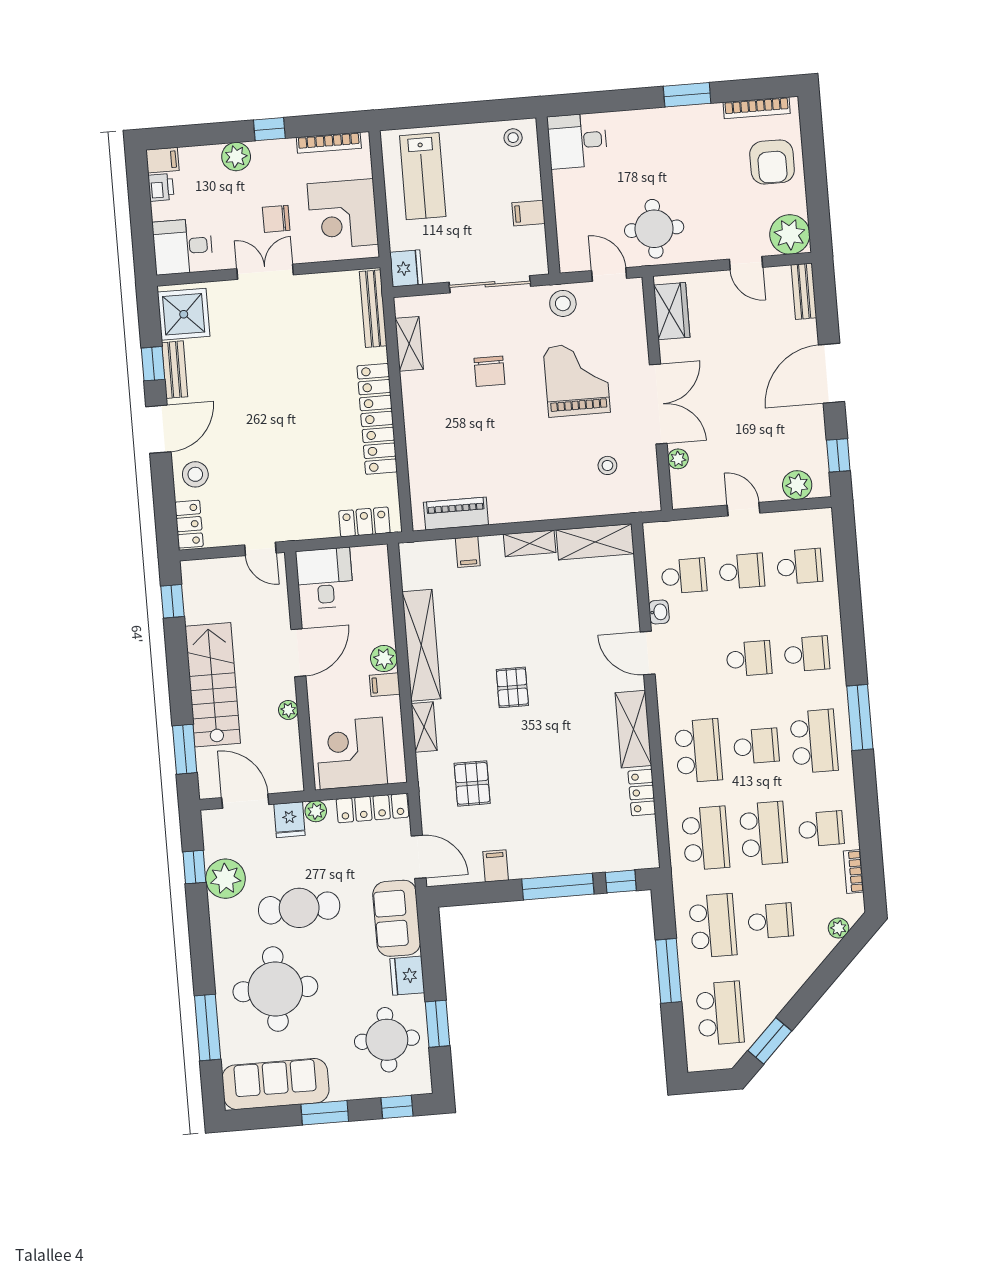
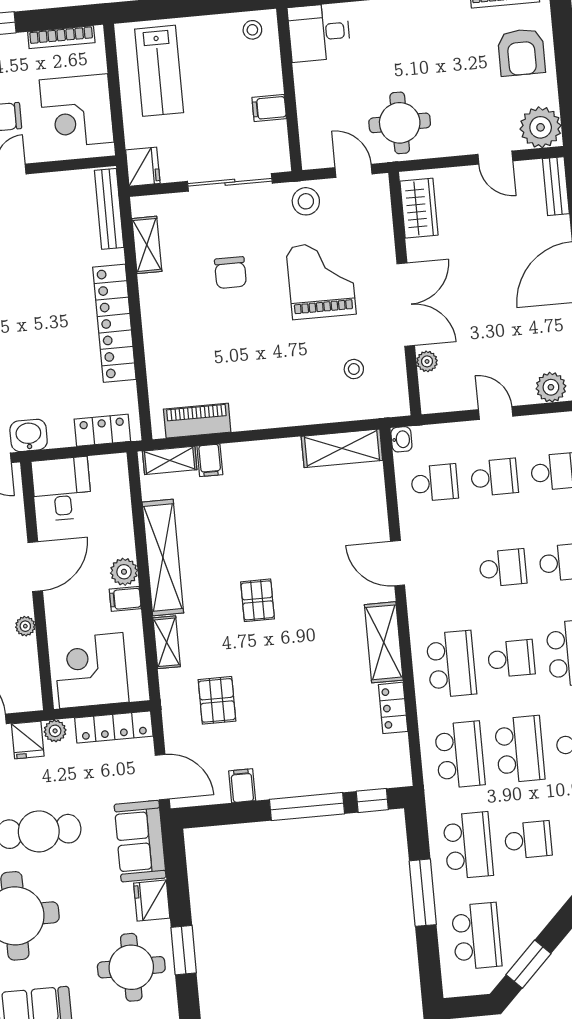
washbasin: (293, 526) -> (29, 435), added
shelving: (530, 543) -> (170, 460), moved
washbasin: (659, 612) -> (401, 439), moved

